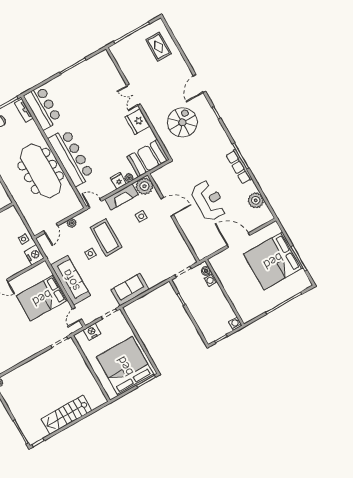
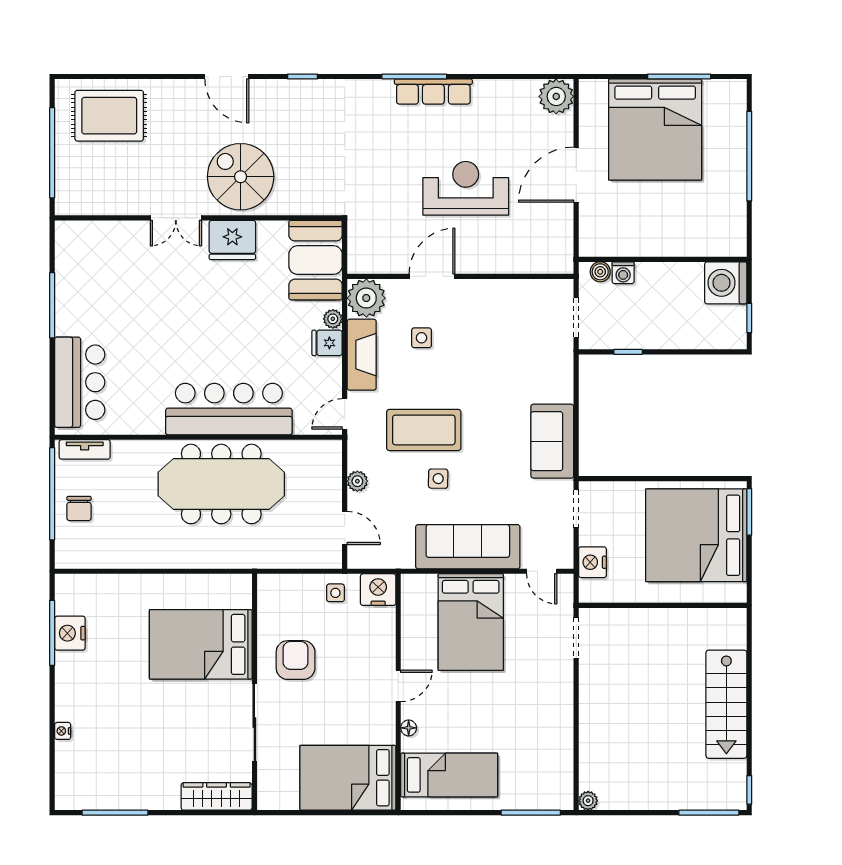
rug: (159, 47) -> (109, 116), width x1.36, depth x1.43
bar counter: (43, 108) -> (80, 382), moved, turned 90
spiral stairs: (182, 122) -> (241, 177), moved
plant: (256, 200) -> (556, 96), moved
washing machine: (235, 324) -> (726, 283), width x1.89, depth x1.89

